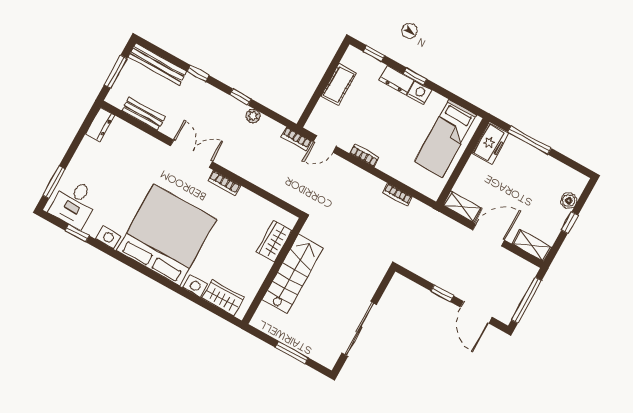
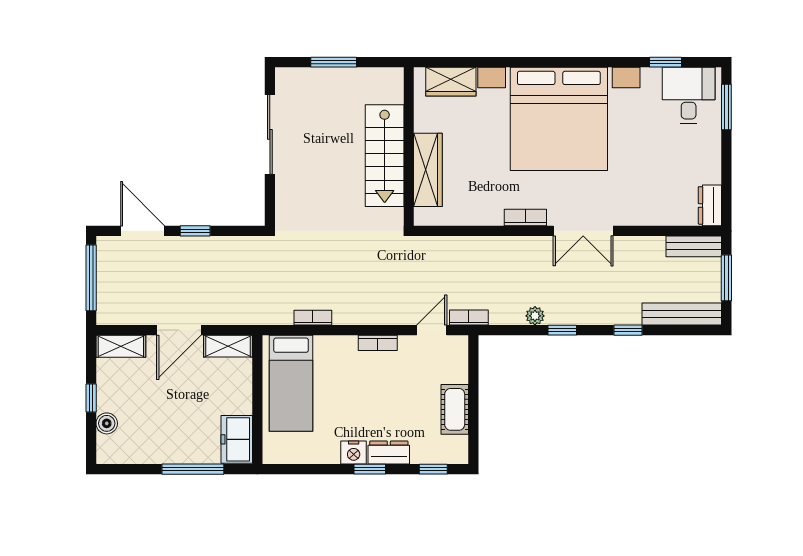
bench: (143, 114) -> (694, 246), moved
bed: (446, 138) -> (291, 383), moved, turned 180
wardrobe: (274, 241) -> (428, 170), width x1.50

